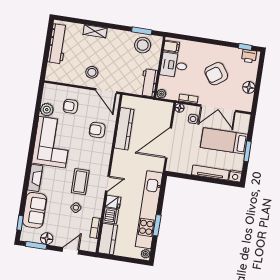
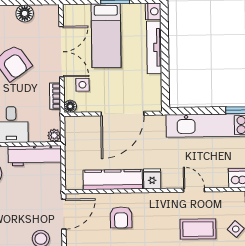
workbench: (149, 83) -> (35, 156), width x1.38
door: (169, 143) -> (122, 114), hinge flipped
fridge: (113, 202) -> (152, 179), moved

